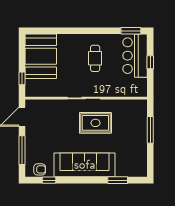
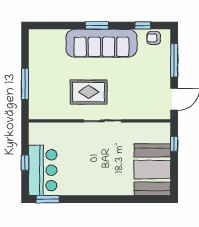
cafe table: (95, 58) -> (89, 167), removed
window: (118, 180) -> (97, 25), moved

